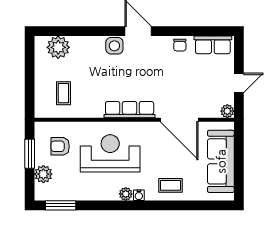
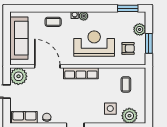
side table: (114, 46) -> (110, 109), moved
plant: (227, 111) -> (18, 76), width x1.87, depth x1.87
reception desk: (110, 153) -> (94, 44), turned 180

